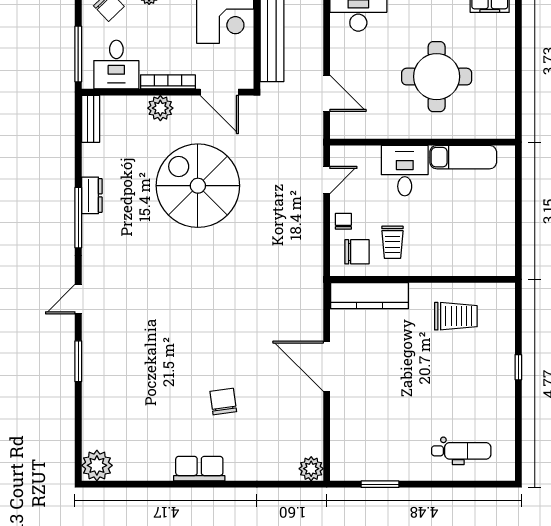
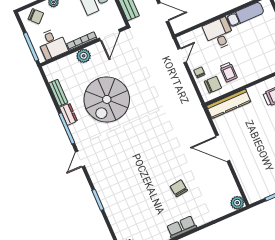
door: (219, 92) -> (110, 35), hinge flipped
bench: (91, 119) -> (58, 93), moved
spiral stairs: (198, 186) -> (107, 99), moved, turned -90
door: (78, 299) -> (80, 159), moved

